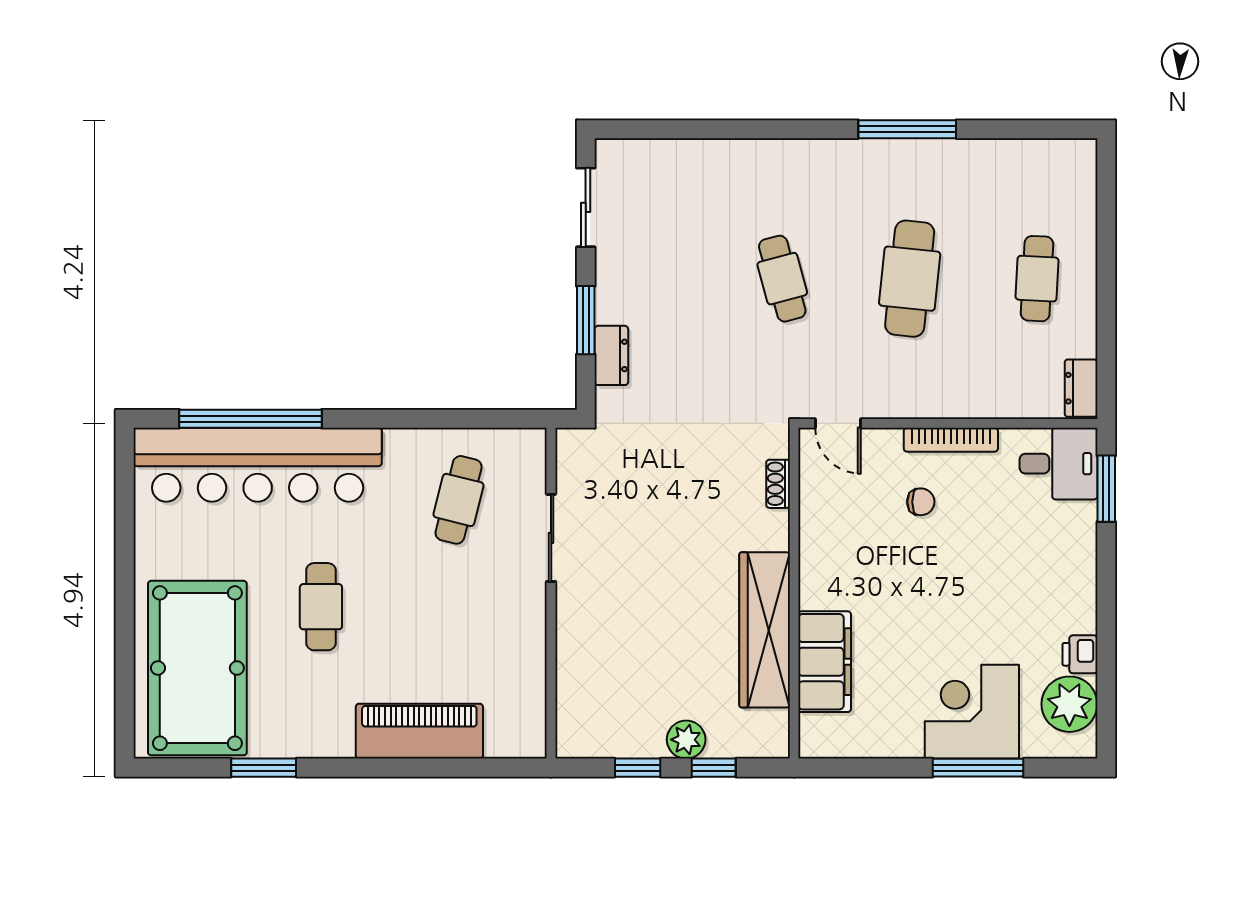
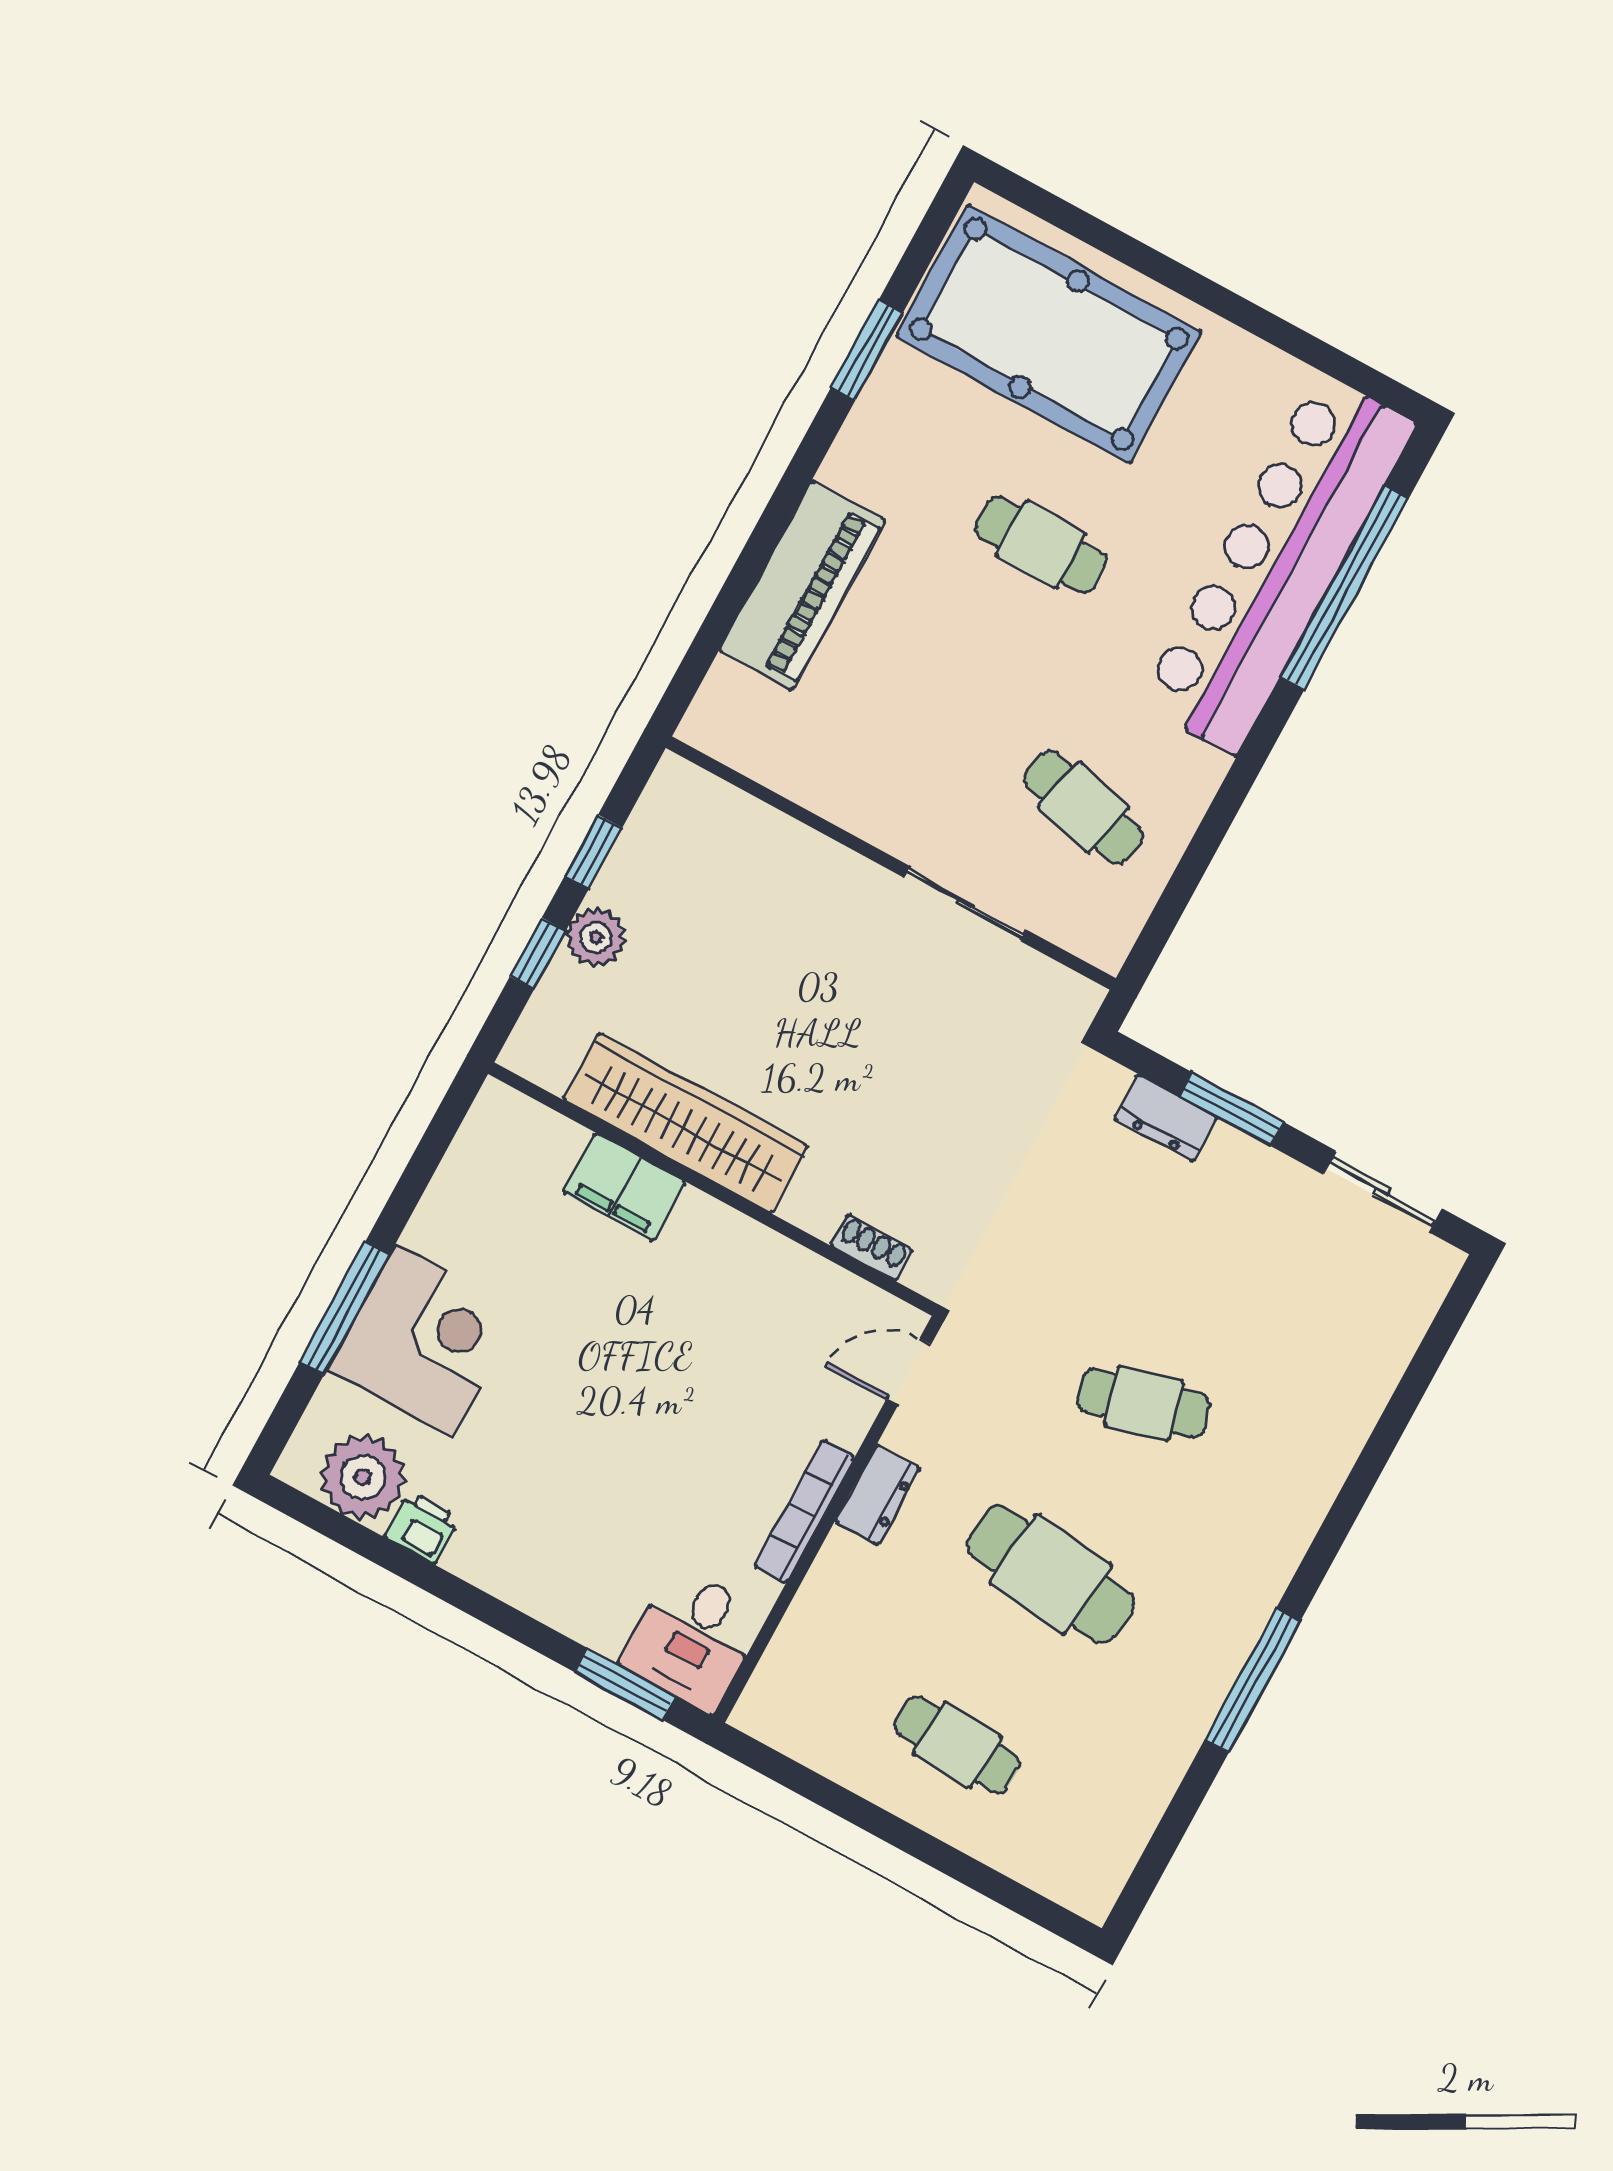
dresser: (1081, 388) -> (877, 1495), moved, turned 90
chair: (921, 502) -> (743, 1426), removed
filing cabinet: (825, 662) -> (624, 1187), width x0.67, depth x0.86

